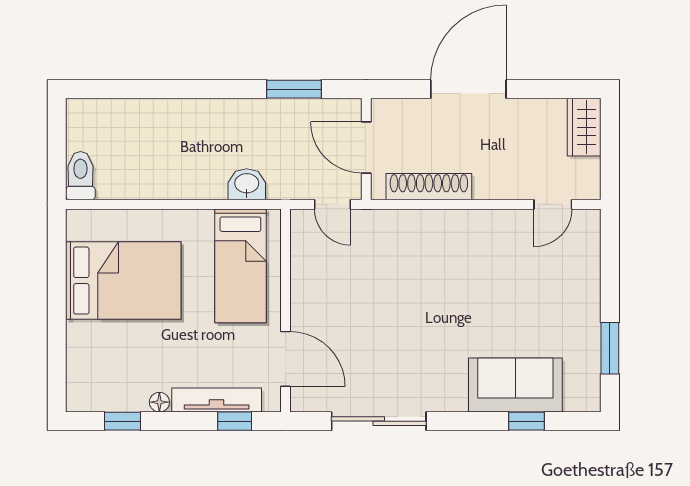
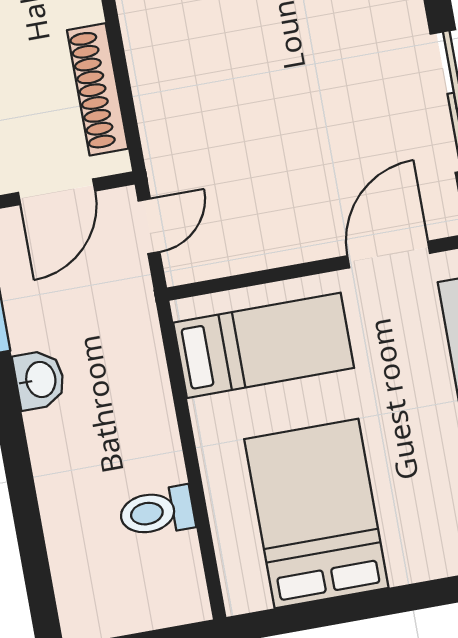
toilet: (80, 176) -> (157, 512), moved
washbasin: (247, 184) -> (39, 380), moved, turned 180

